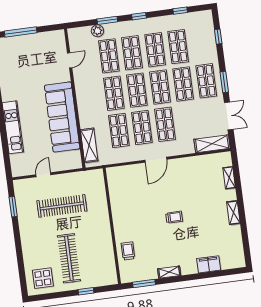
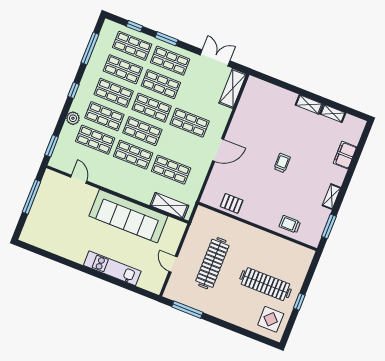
window: (180, 11) -> (90, 48), width x2.17
window: (107, 20) -> (52, 146), moved
plant: (97, 31) -> (73, 118), moved
window: (21, 32) -> (32, 197), moved
window: (224, 82) -> (166, 39), moved
shop shelf: (142, 127) -> (132, 46), moved
door: (156, 160) -> (218, 150), hinge flipped
shelving: (229, 178) -> (333, 113), moved
pallet: (119, 195) -> (232, 203), added
window: (13, 207) -> (187, 310), width x1.44
window: (86, 291) -> (299, 302), moved

